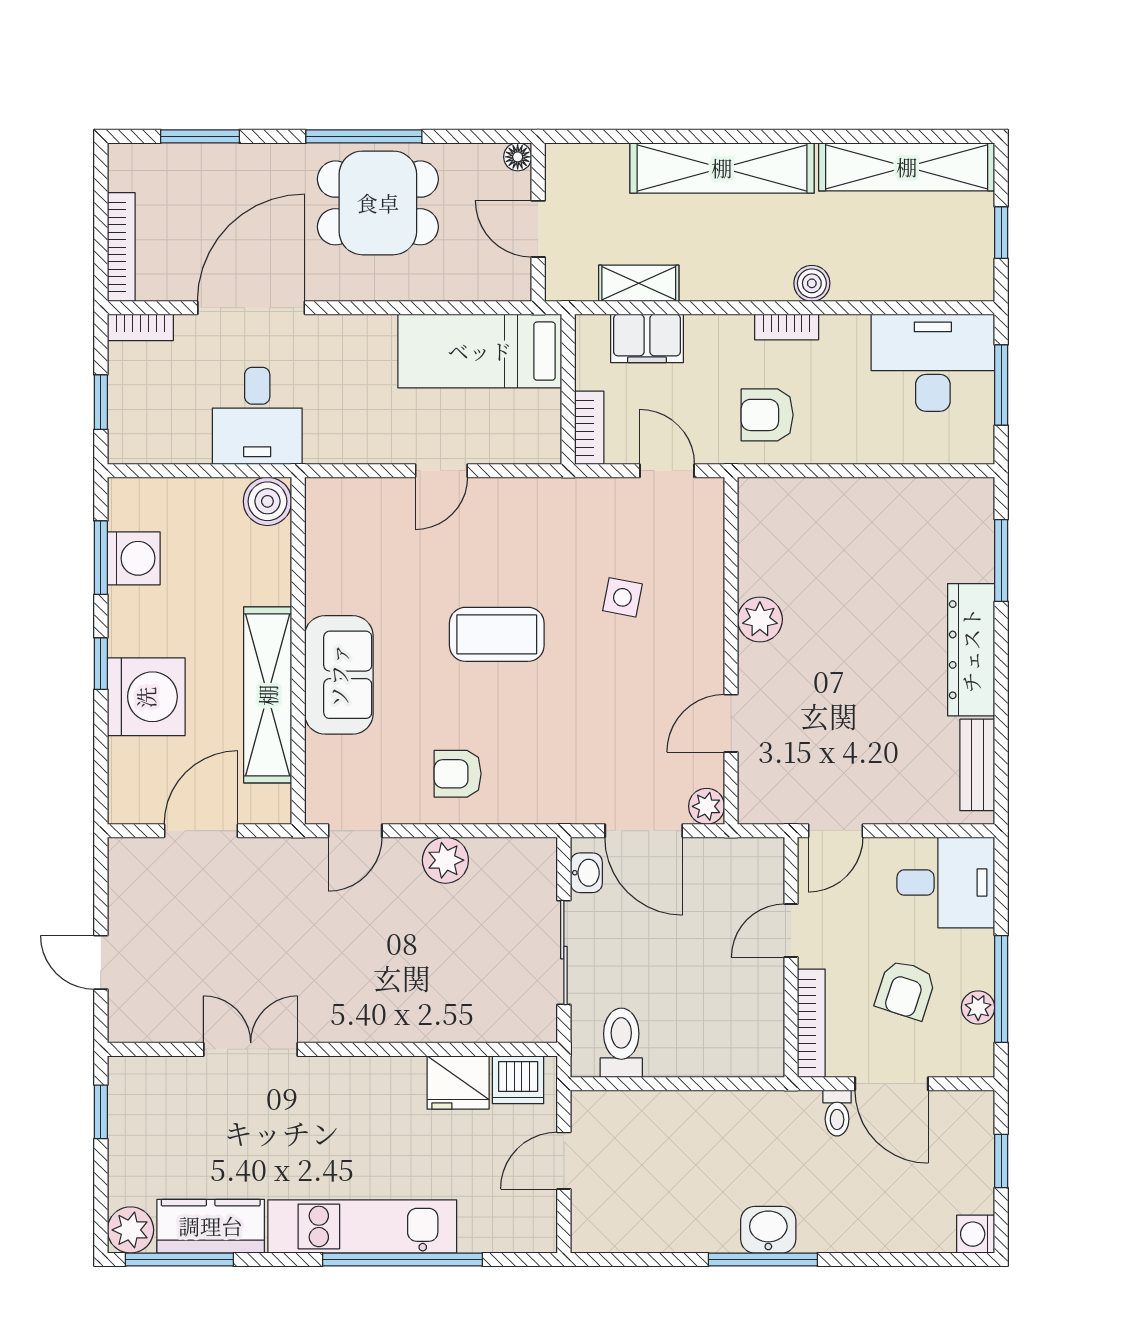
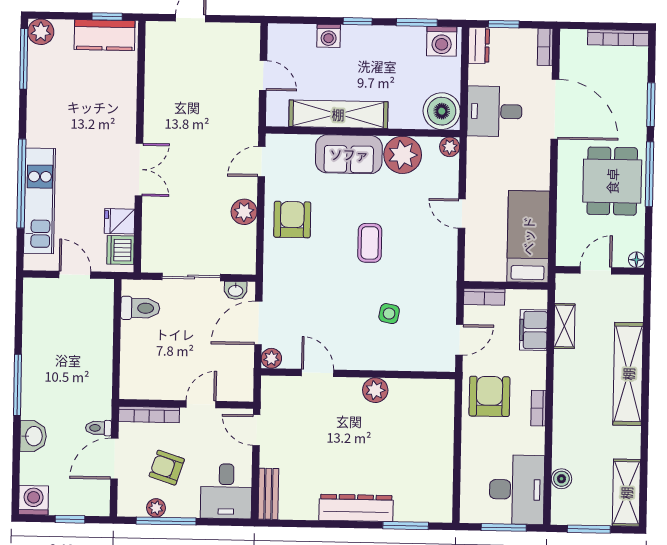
window: (200, 136) -> (651, 105), moved
shelving: (907, 167) -> (626, 493), width x0.68
window: (1001, 233) -> (589, 529), width x1.50
bookcase: (121, 247) -> (618, 38), moved
boiler: (812, 283) -> (561, 479), moved
armchair: (767, 415) -> (489, 396), width x1.38, depth x1.38
dresser: (140, 446) -> (479, 45), added
plant: (322, 495) -> (450, 147), added
boiler: (267, 501) -> (442, 111), width x1.37, depth x1.37
washing machine: (134, 558) -> (442, 41), moved
plant: (338, 579) -> (403, 155), added
coffee table: (497, 634) -> (370, 243), width x0.73, depth x0.77
washing machine: (146, 697) -> (329, 36), width x0.53, depth x0.53
bench: (977, 765) -> (268, 494), moved, turned 90
armchair: (458, 774) -> (292, 220), width x1.38, depth x1.38
door: (201, 831) -> (263, 75), width x0.73
door: (355, 831) -> (261, 162), hinge flipped
door: (791, 931) -> (201, 404), hinge flipped
double door: (251, 1049) -> (139, 170), moved
fridge: (458, 1083) -> (120, 221), width x0.72
kitchen counter: (211, 1226) -> (105, 35), moved, turned 90
kitchen unit: (362, 1226) -> (40, 201), moved
washbasin: (768, 1230) -> (33, 436), moved
washing machine: (976, 1234) -> (33, 500), width x1.38, depth x1.38

